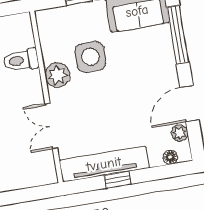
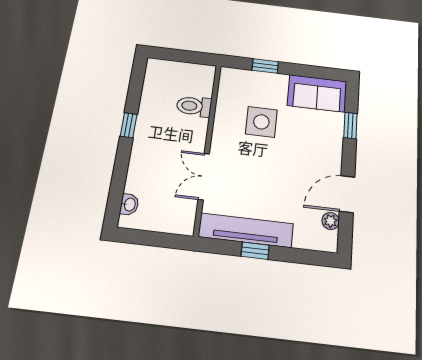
window: (178, 35) -> (350, 125), width x0.46
plant: (57, 75) -> (225, 130), removed
floor lamp: (170, 157) -> (315, 243), removed

